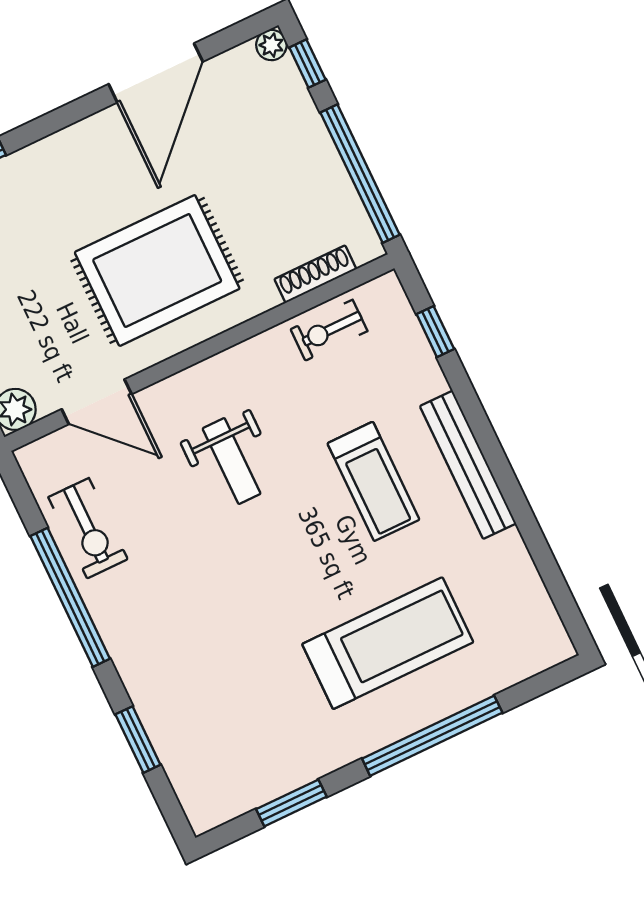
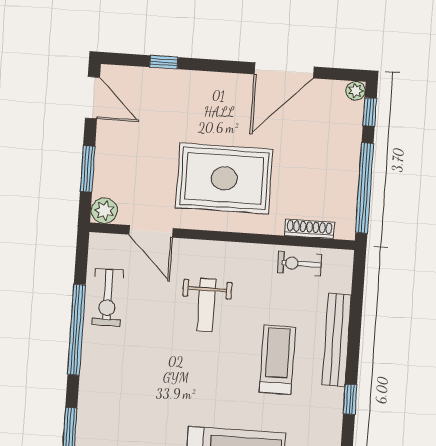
window: (435, 332) -> (350, 399), moved
bench: (468, 465) -> (337, 340), moved
treadmill: (373, 481) -> (277, 360), turned 180

